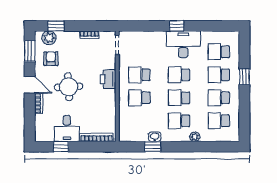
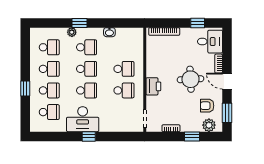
window: (56, 26) -> (192, 136), moved
armchair: (51, 59) -> (207, 106), turned 90
desk: (67, 128) -> (210, 42), moved, turned 90
window: (153, 147) -> (80, 23), moved

